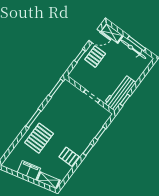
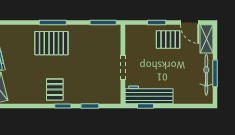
pallet: (39, 138) -> (51, 43), moved
pallet: (69, 157) -> (55, 90), moved

